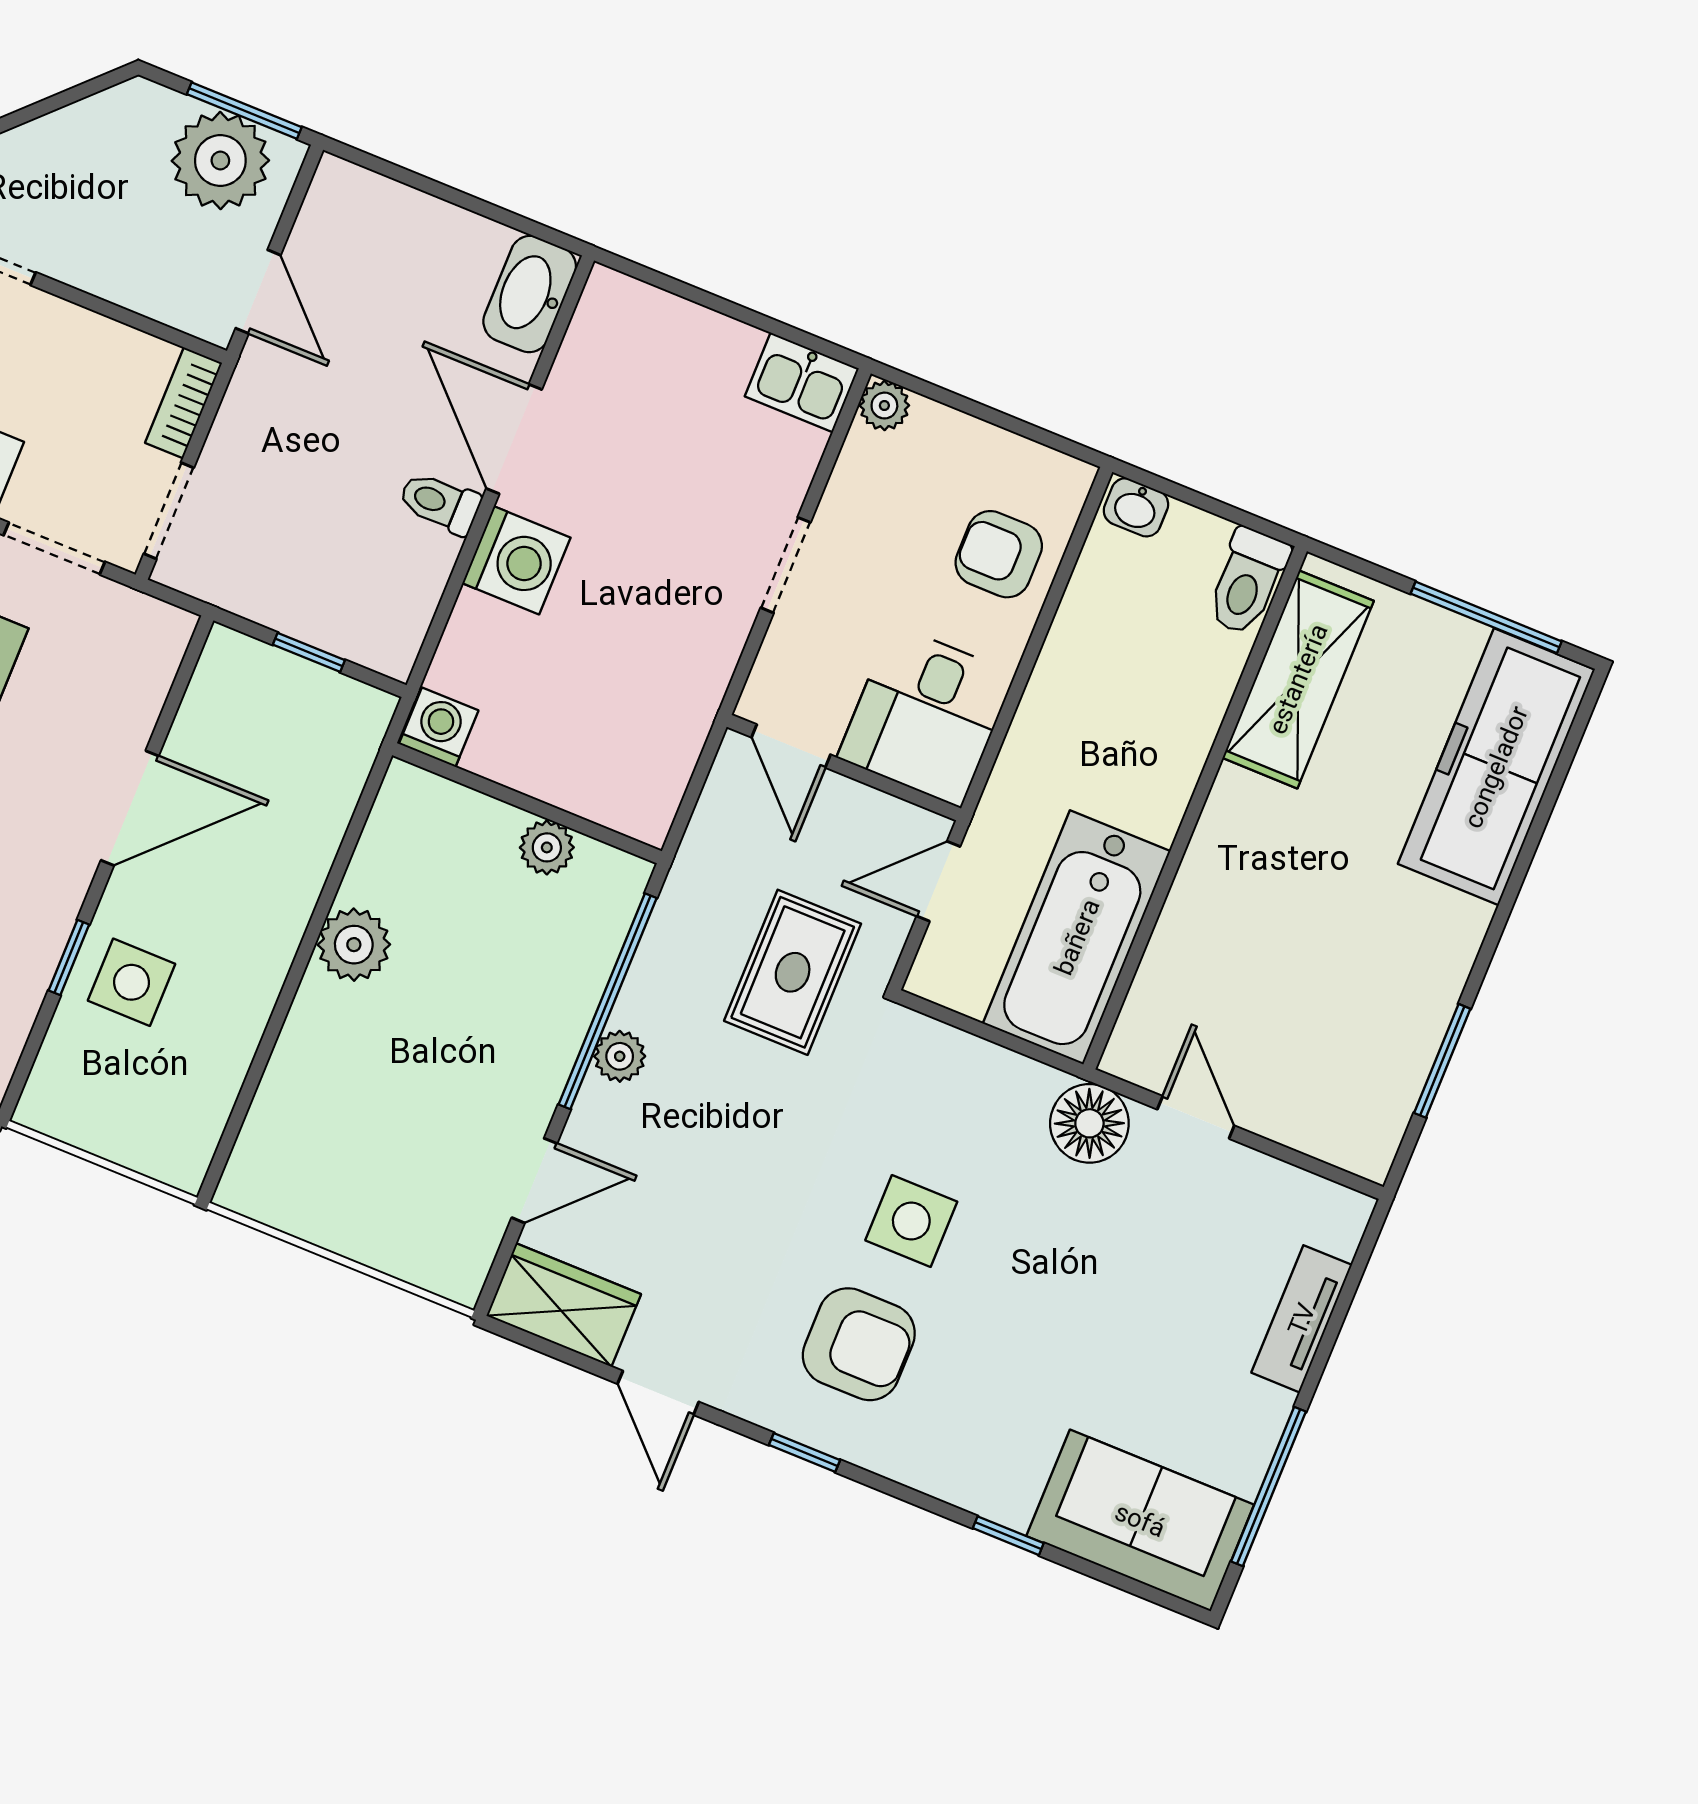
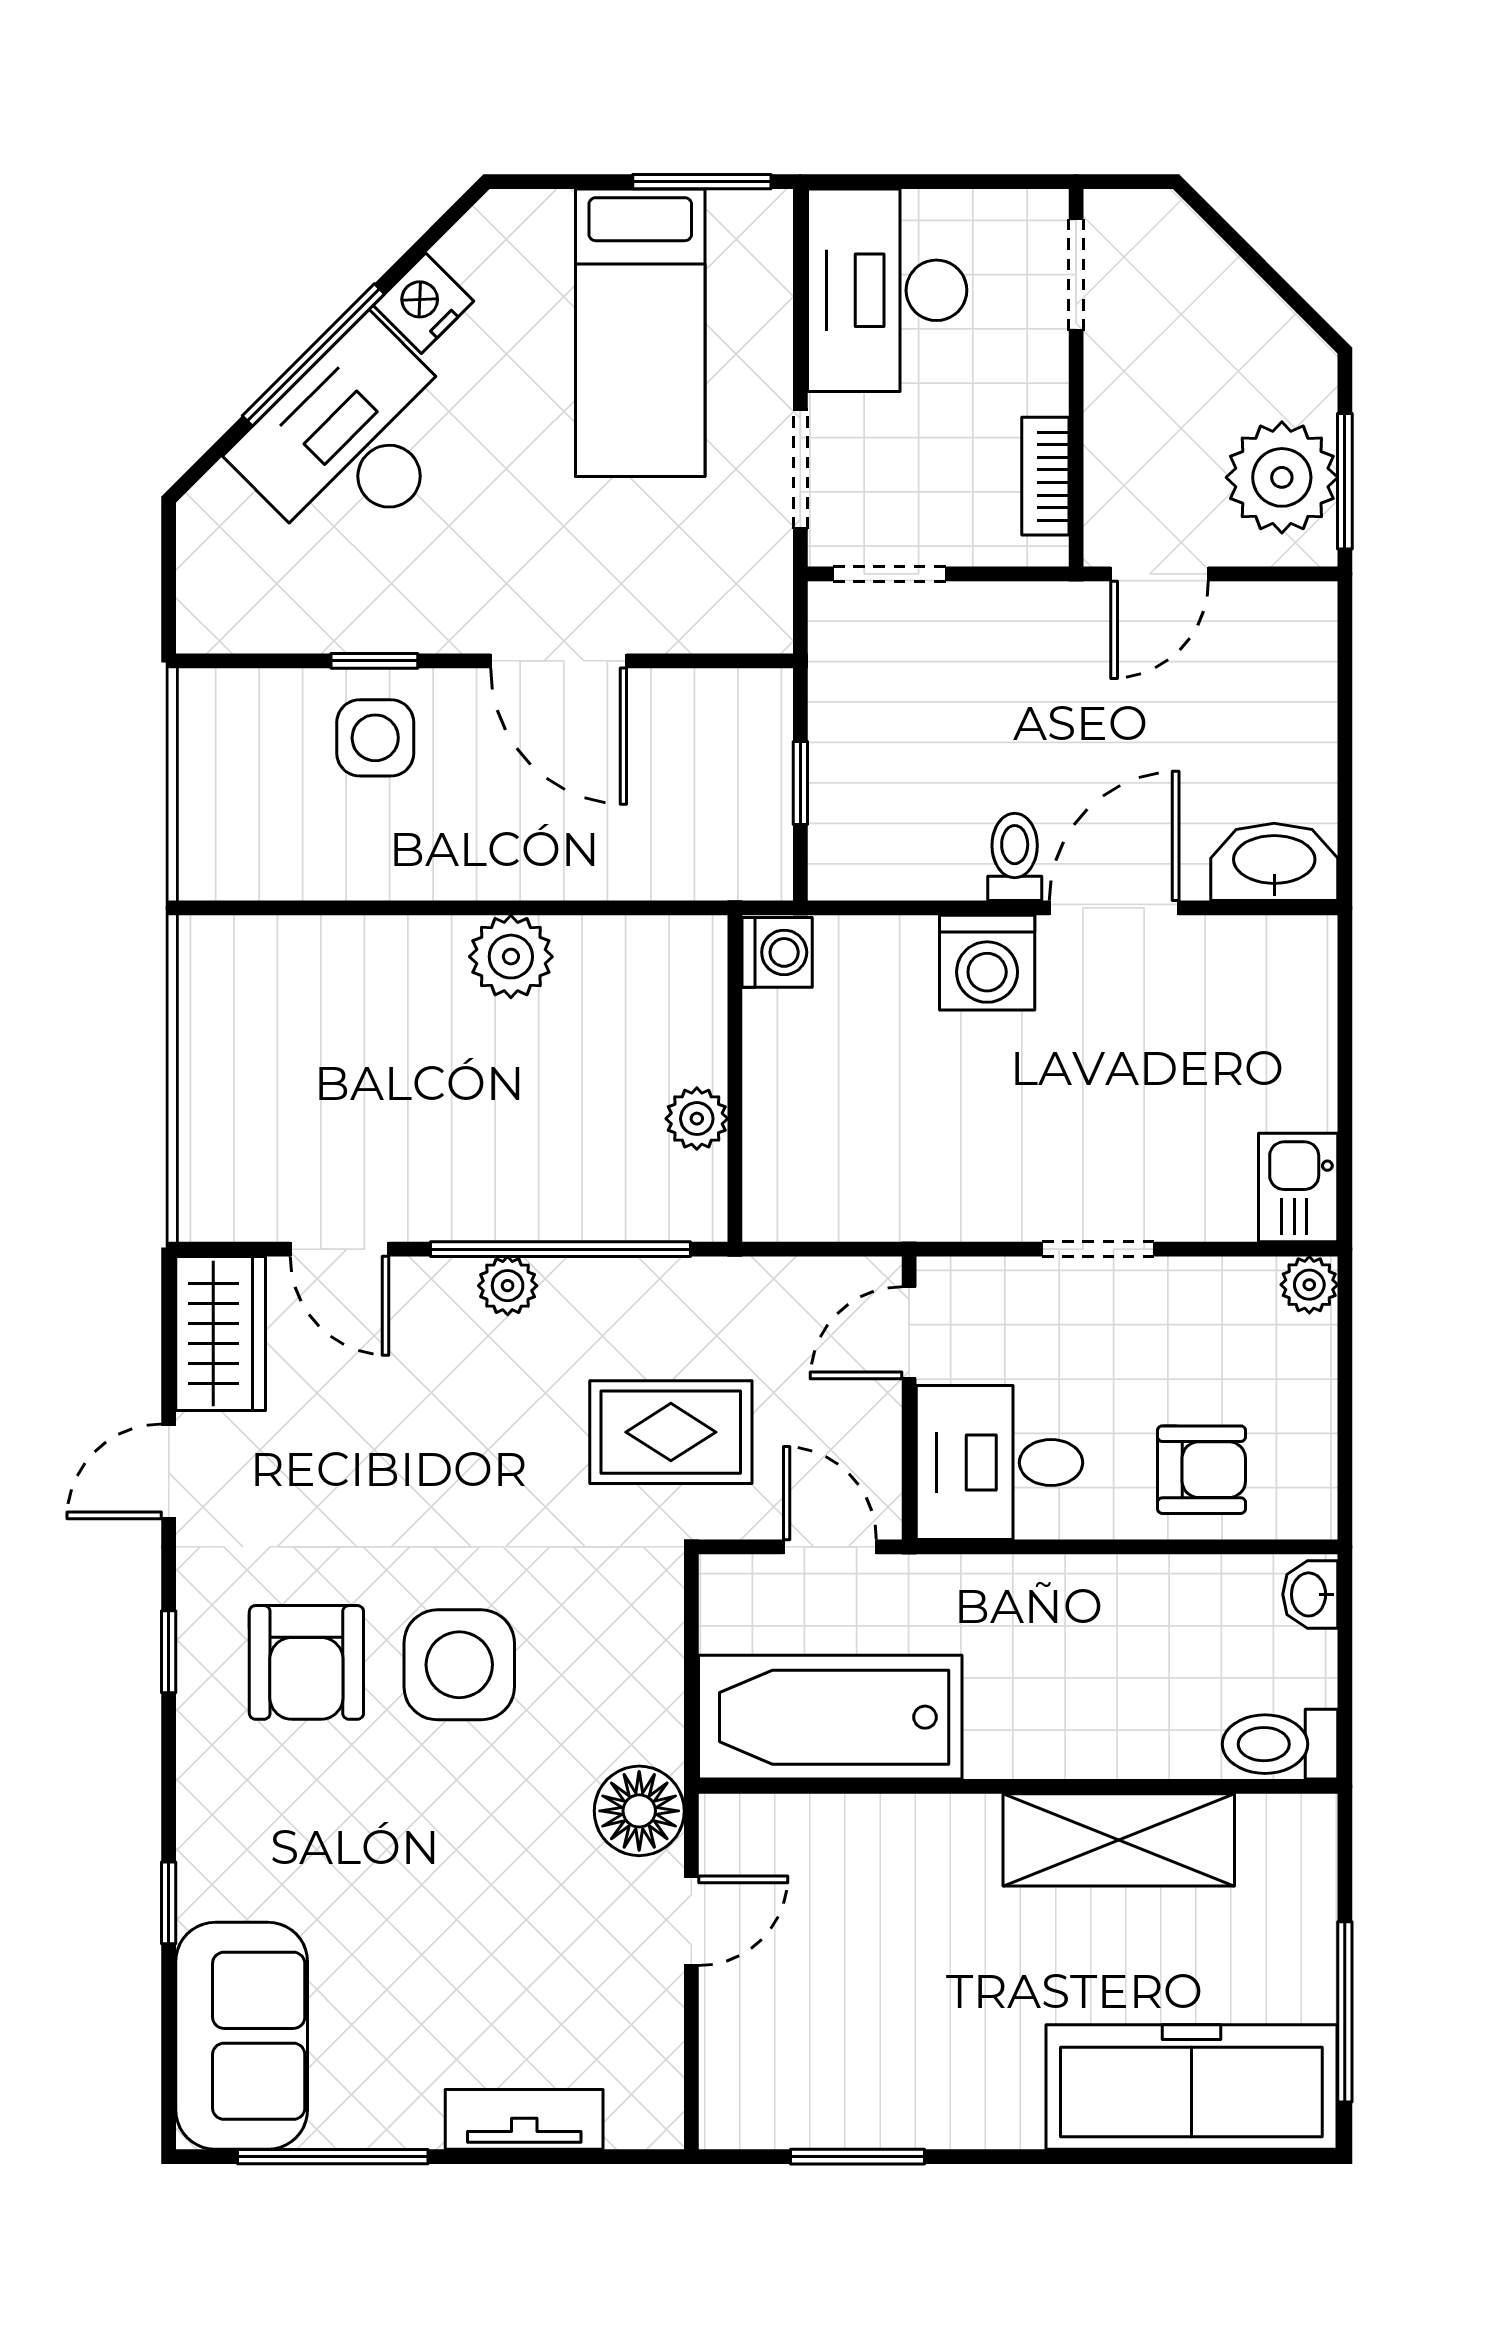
bookcase: (184, 403) -> (1045, 476), moved, turned -90
armchair: (999, 554) -> (1202, 1470), turned 90
shelving: (1298, 679) -> (1119, 1840), moved
side table: (911, 1221) -> (459, 1665), width x1.37, depth x1.37

